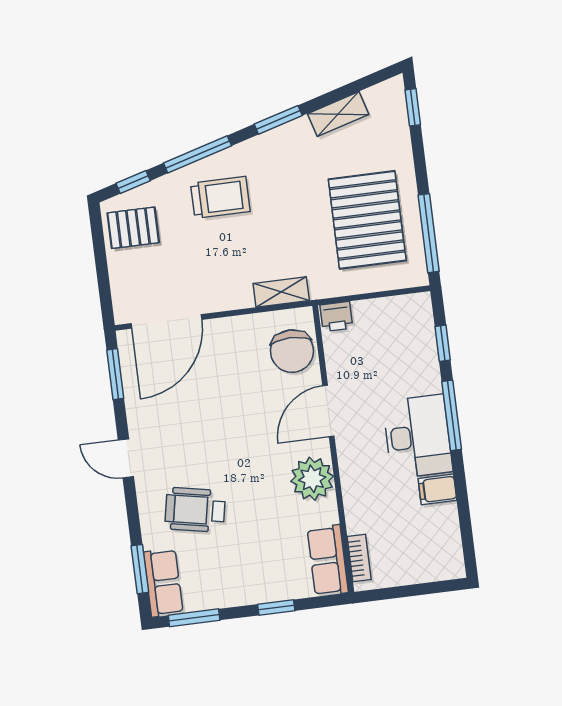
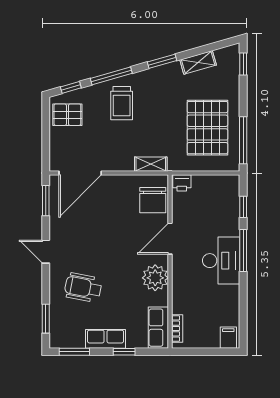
trolley: (220, 197) -> (122, 103), turned 90
filing cabinet: (437, 489) -> (228, 338), moved, turned 90
row of seats: (163, 583) -> (106, 339), moved, turned -90

